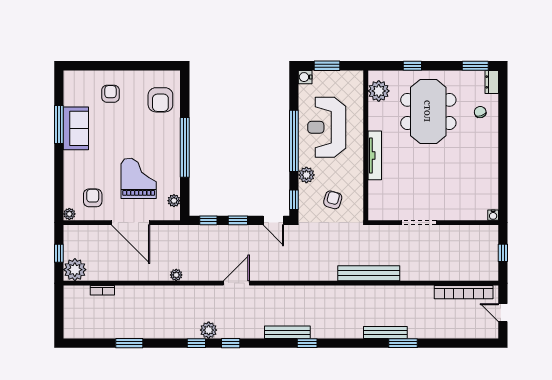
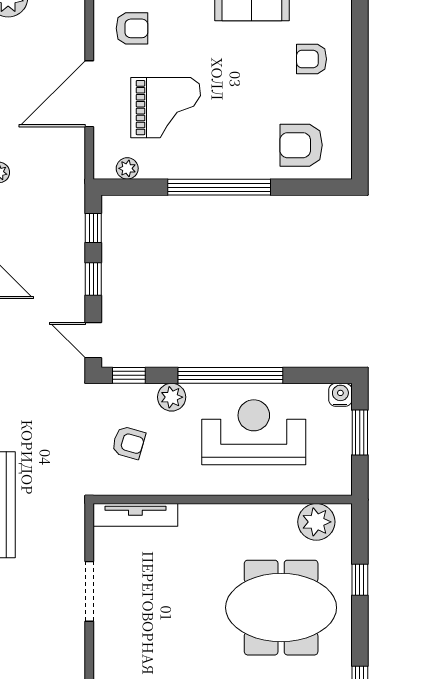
armchair: (110, 94) -> (312, 59), turned 180
tv unit: (375, 155) -> (135, 515), moved
door: (273, 220) -> (93, 340), hinge flipped

